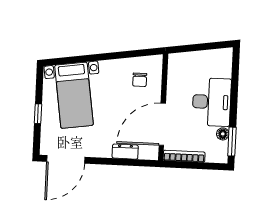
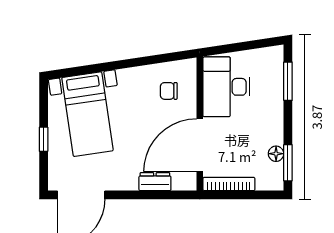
window: (235, 77) -> (288, 81), added
chair: (140, 80) -> (169, 91), turned 90
desk: (212, 102) -> (226, 87), moved, turned 180

